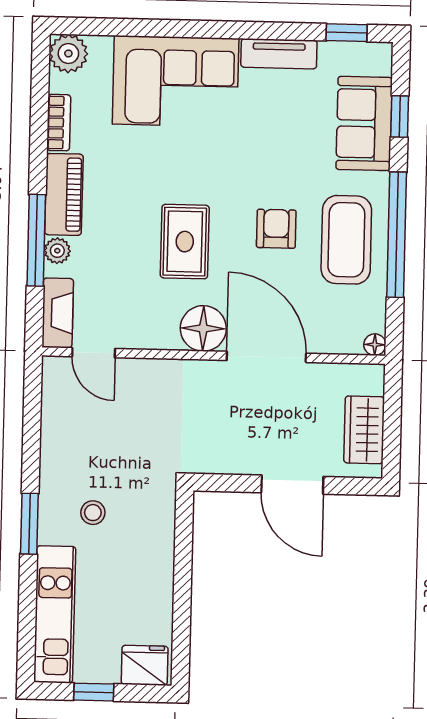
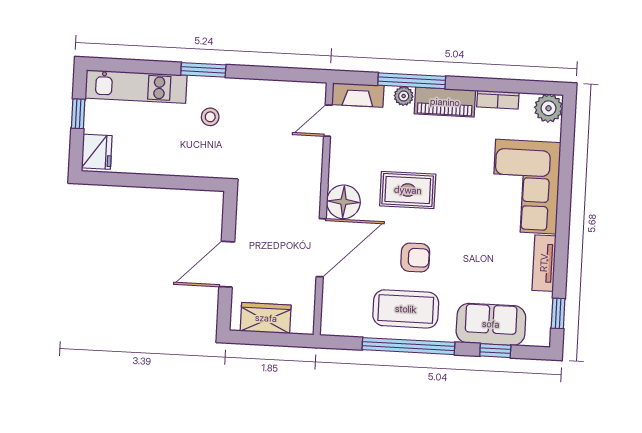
floor lamp: (375, 345) -> (328, 328), removed

